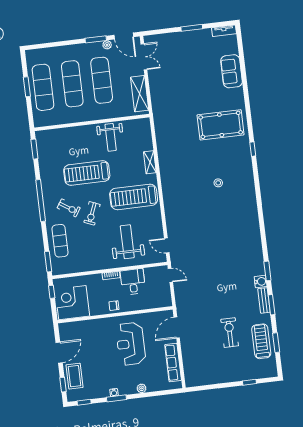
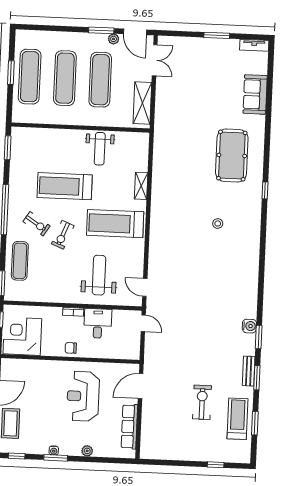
pool table: (221, 125) -> (232, 156), turned 90
water cooler: (261, 281) -> (249, 326), moved

